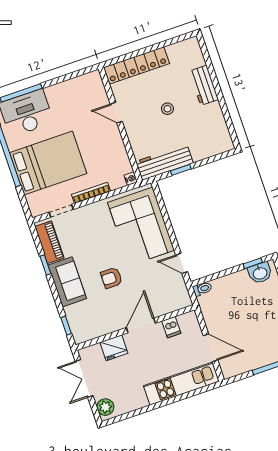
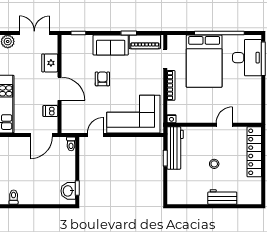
door: (210, 348) -> (41, 135), moved

